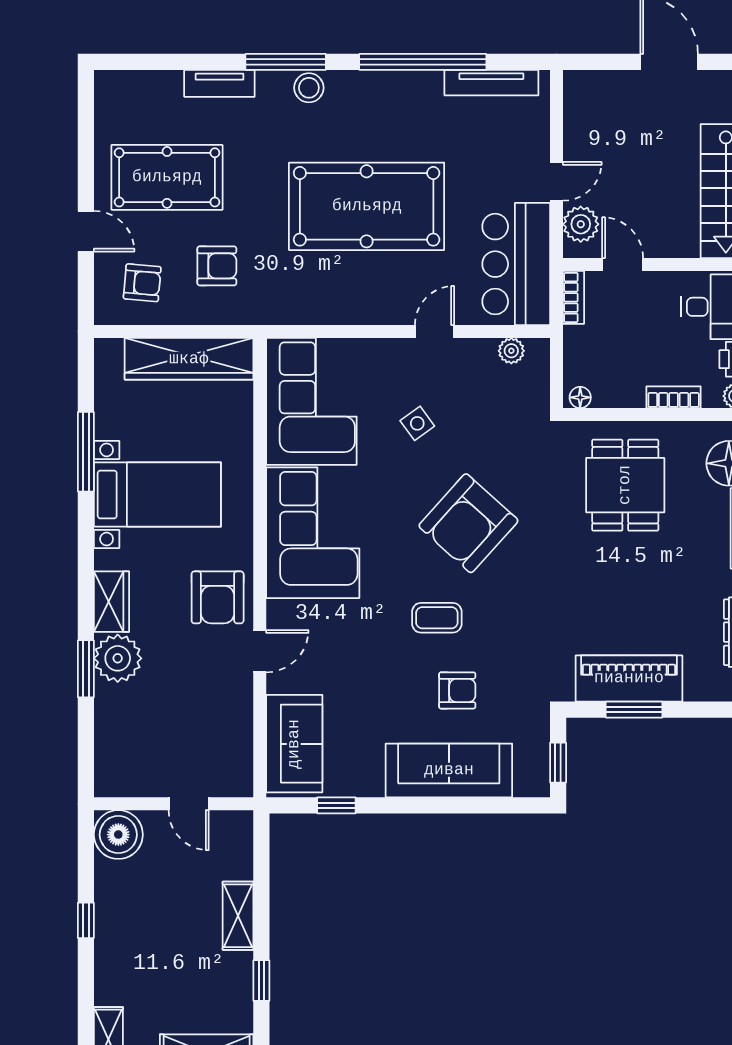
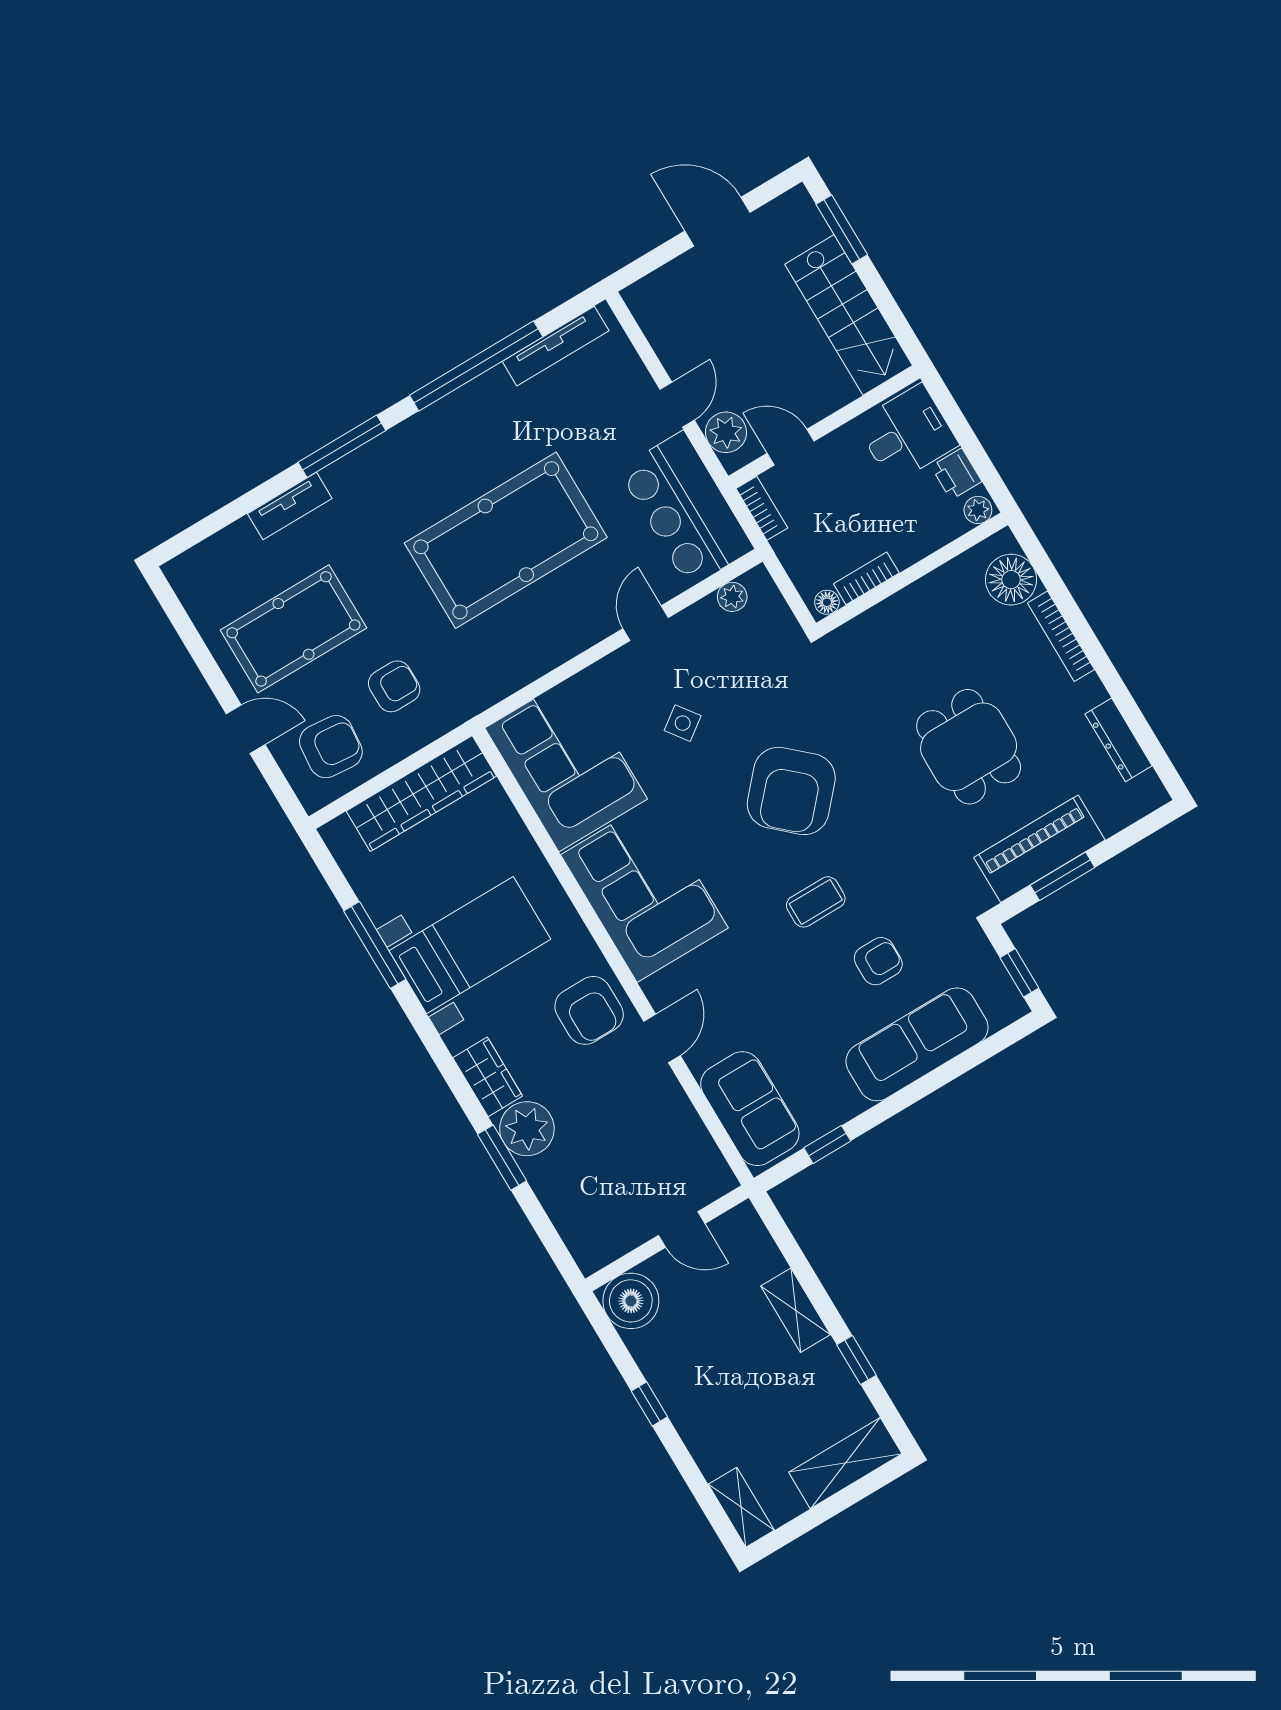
stool: (309, 88) -> (380, 458), removed
armchair: (142, 283) -> (331, 747), width x1.38, depth x1.38
bookcase: (674, 397) -> (866, 578), moved
dining table: (625, 485) -> (969, 747), moved

